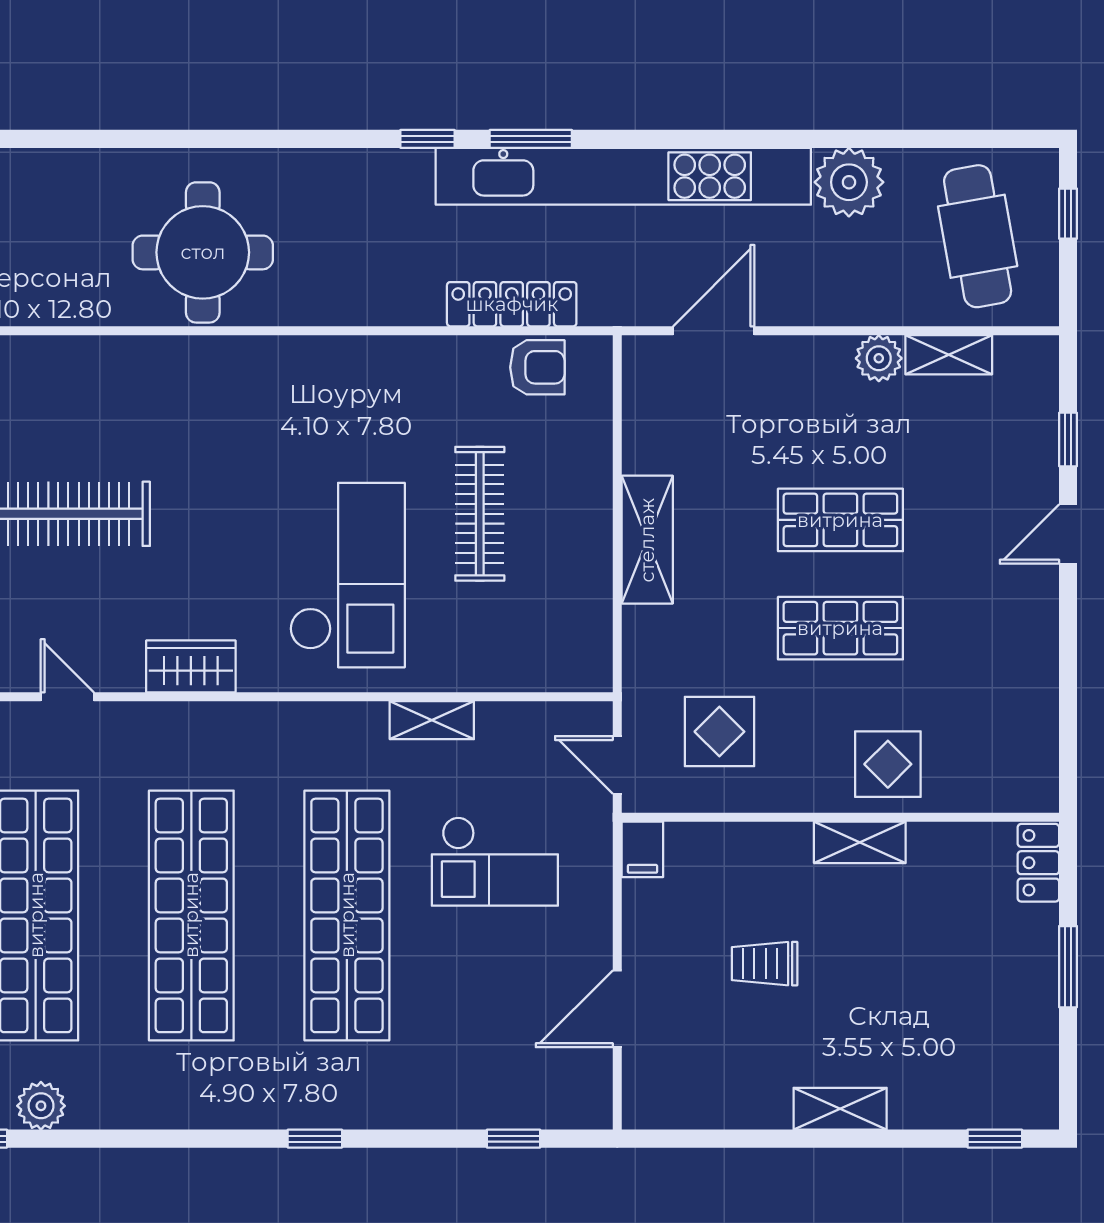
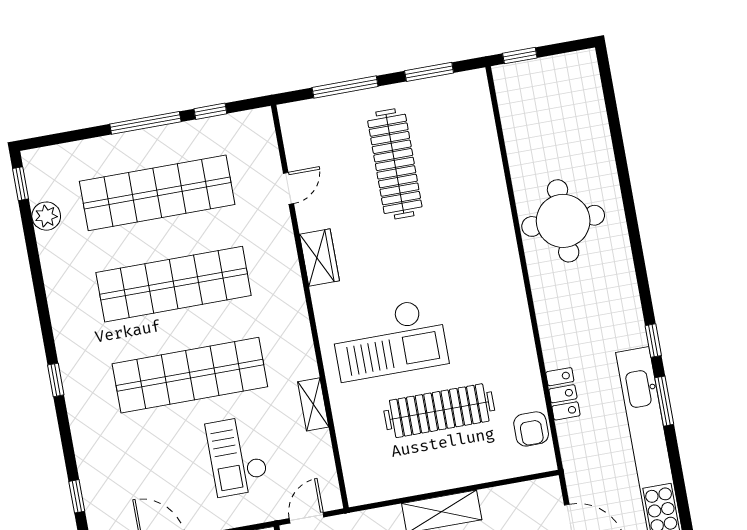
locker: (512, 304) -> (563, 394), width x0.66
clothes rail: (480, 514) -> (439, 411), width x1.37, depth x1.31

